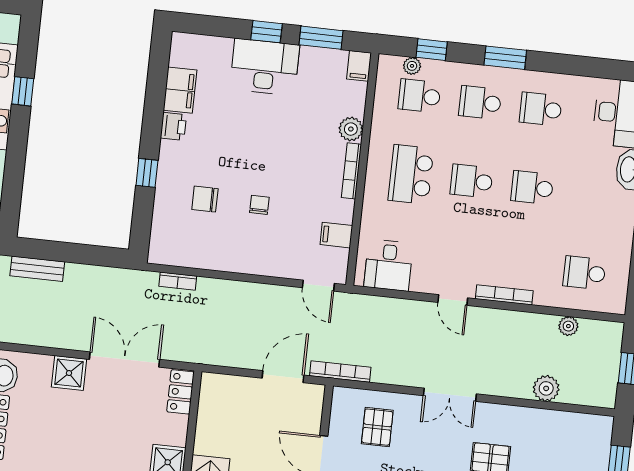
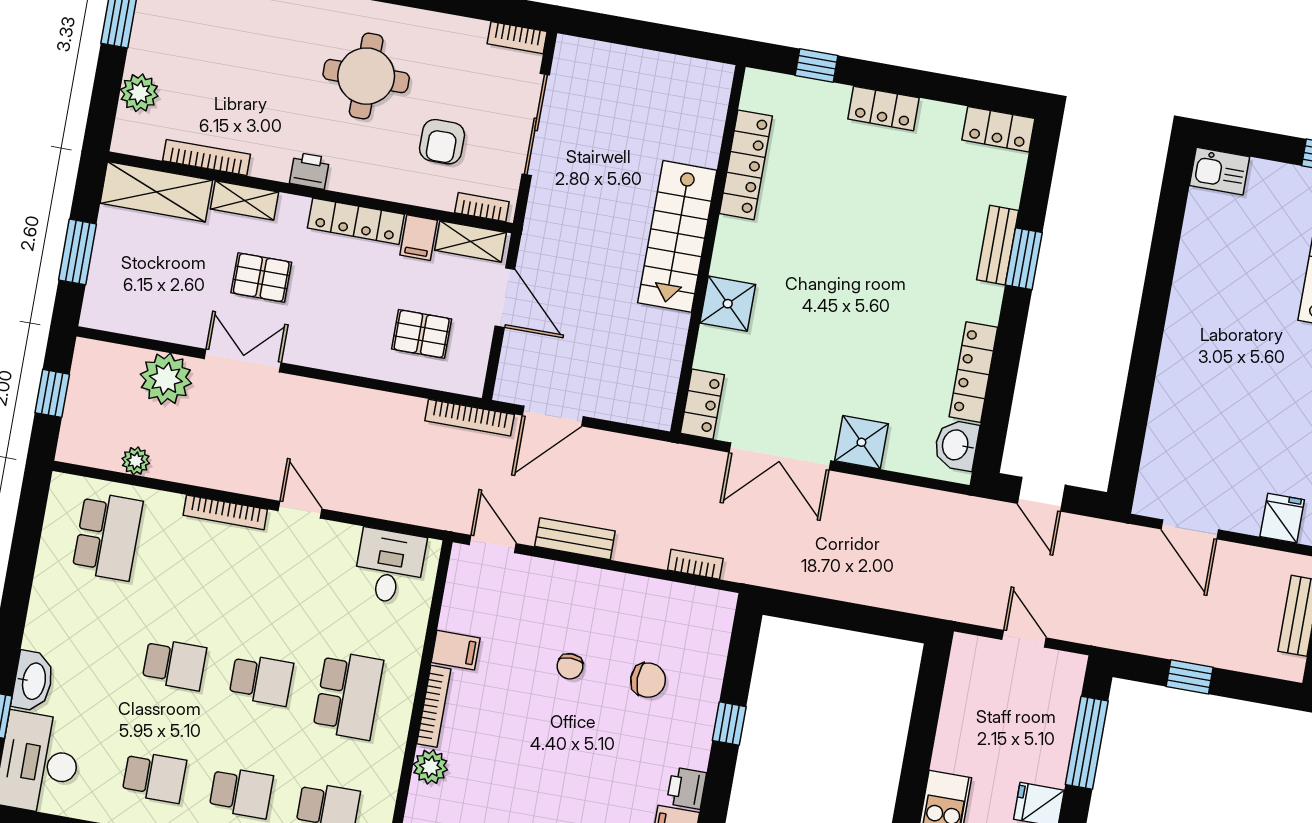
filing cabinet: (336, 235) -> (456, 650), moved
bench: (37, 269) -> (575, 539), moved
school desk: (584, 273) -> (107, 536), width x1.85
plant: (546, 388) -> (166, 379), width x1.36, depth x1.36
double door: (450, 395) -> (243, 361), moved
pallet: (377, 427) -> (422, 334), turned 90

